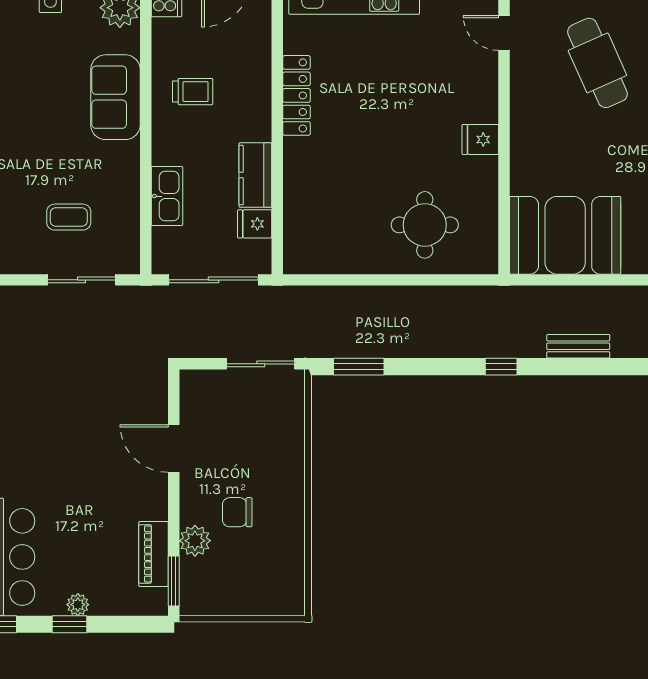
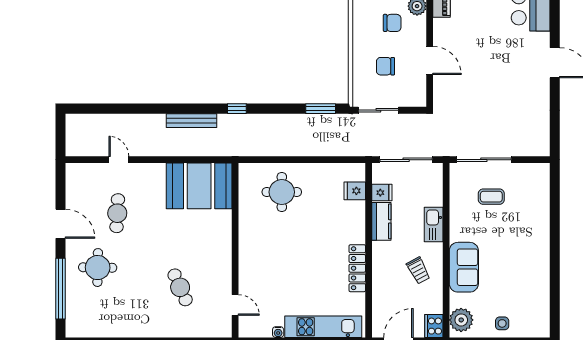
cafe table: (597, 63) -> (180, 287), width x0.73, depth x0.74
trolley: (193, 92) -> (418, 271), turned -118
fridge: (480, 139) -> (355, 191), moved, turned 180
kitchen sink: (167, 196) -> (434, 224), moved
sliding door: (81, 280) -> (484, 160), width x1.37
bench: (578, 346) -> (191, 121), width x1.36
chair: (249, 439) -> (385, 66), added

